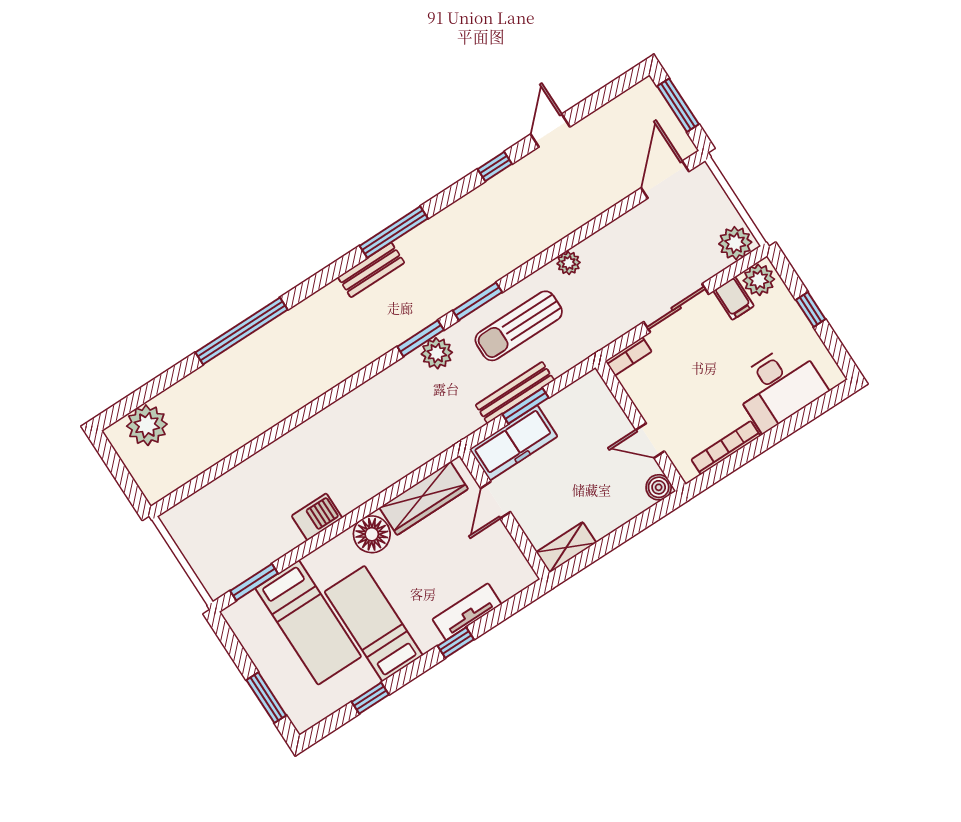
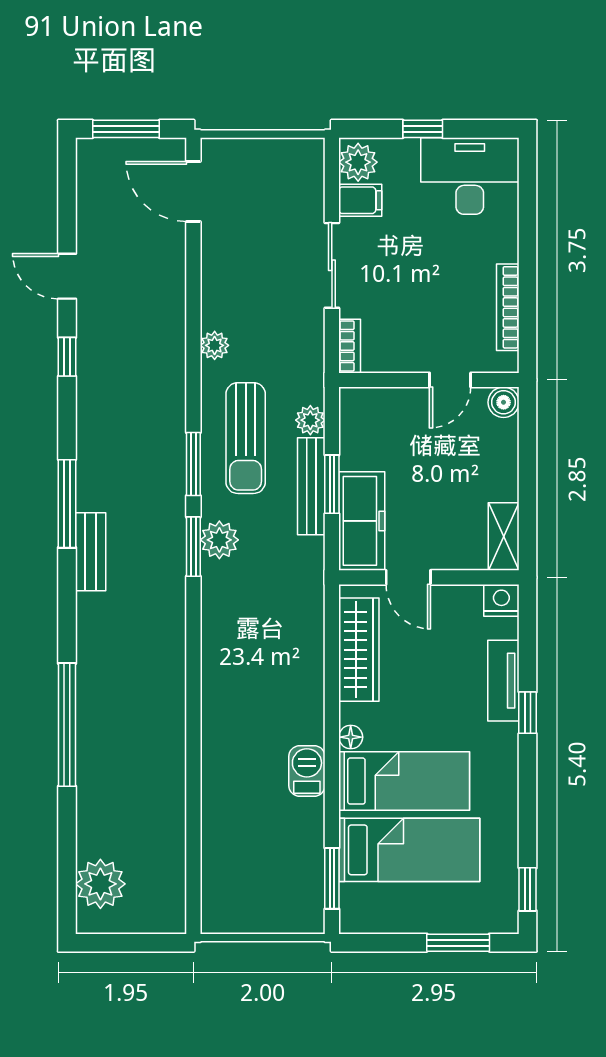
plant: (735, 243) -> (310, 420), moved, width x0.73, depth x0.73
desk: (779, 387) -> (470, 176), moved, turned -90
floor lamp: (372, 534) -> (351, 737), width x0.53, depth x0.53
nightstand: (521, 574) -> (501, 600), added
bed: (374, 624) -> (404, 781), moved, turned 180
window: (370, 698) -> (528, 889), moved

